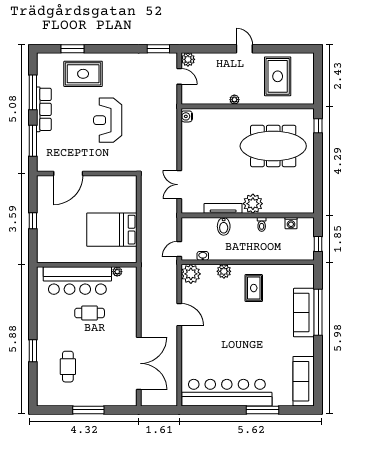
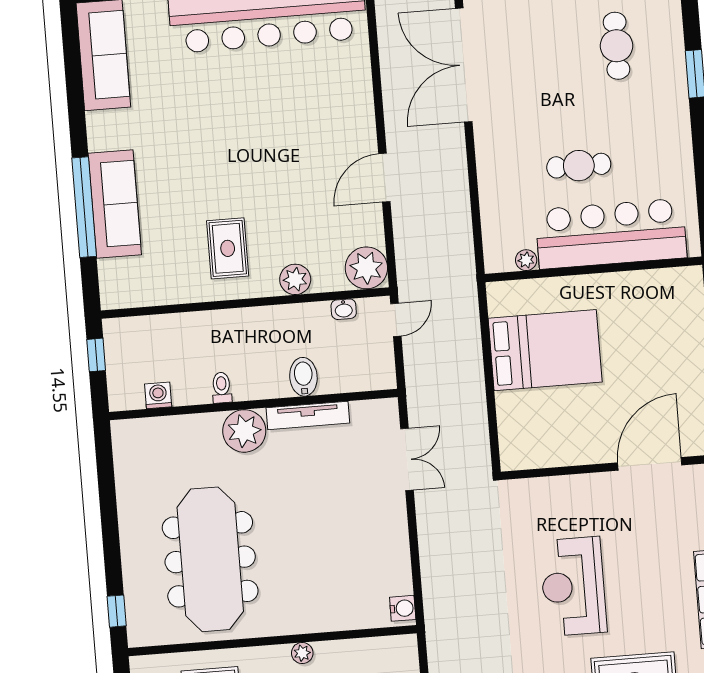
reception desk: (108, 120) -> (573, 586), turned 180
meeting table: (273, 146) -> (210, 559), turned 90
door: (179, 315) -> (384, 178), hinge flipped

